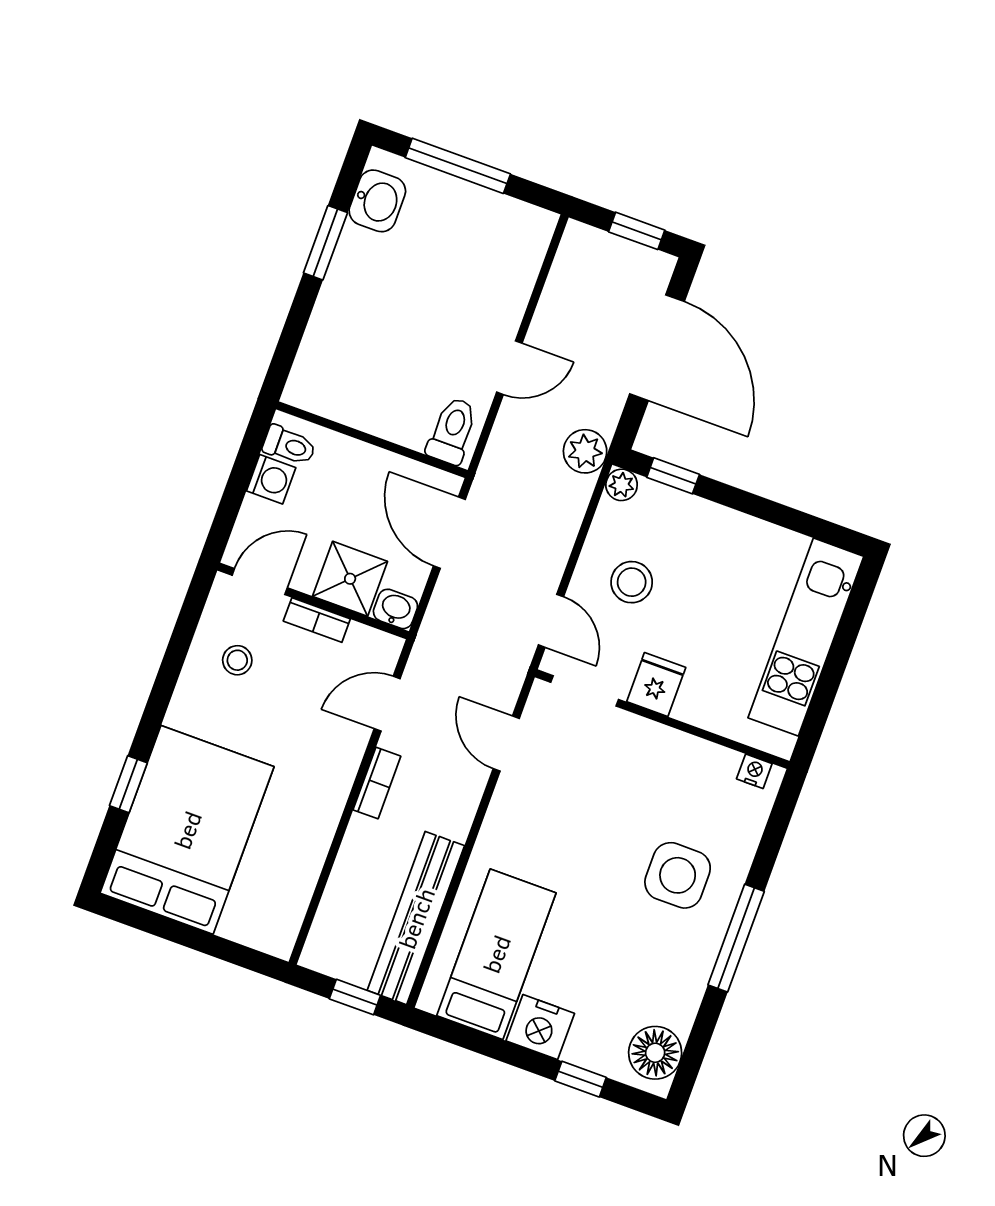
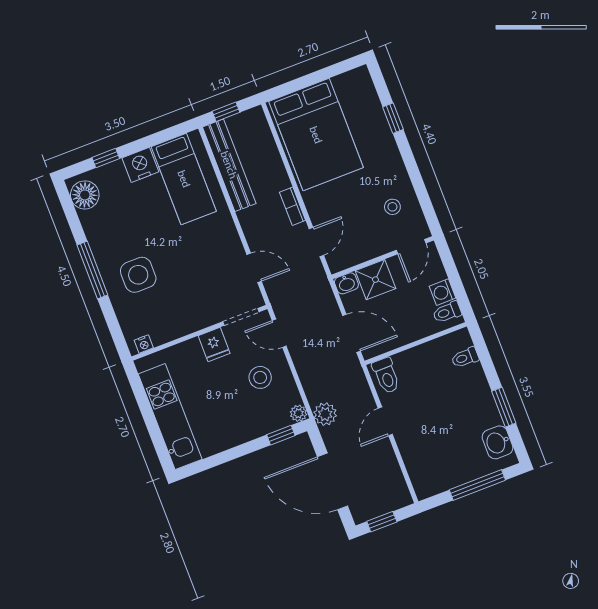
toilet: (319, 360) -> (465, 358), added
bookcase: (317, 620) -> (374, 251), removed
bed: (187, 830) -> (316, 135), moved

